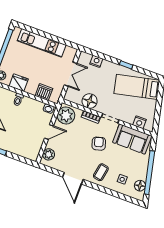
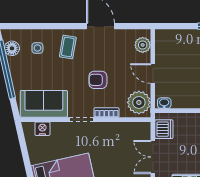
dishwasher: (44, 92) -> (164, 129), moved, turned -90
floor lamp: (90, 101) -> (116, 132), removed
door: (49, 132) -> (153, 73), hinge flipped
armchair: (99, 144) -> (98, 80), moved, turned 107

